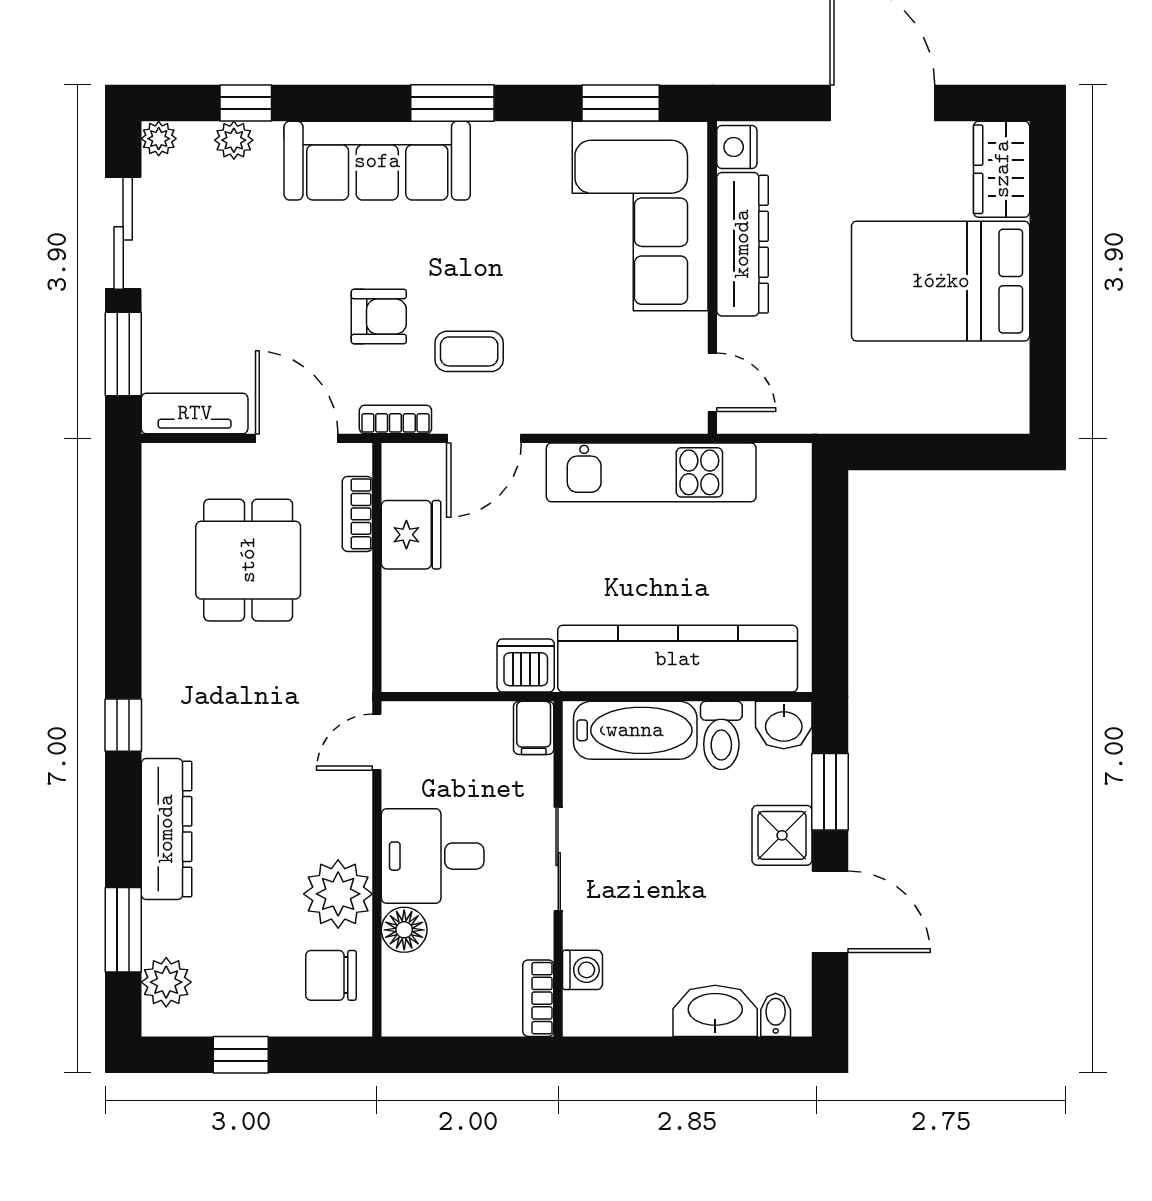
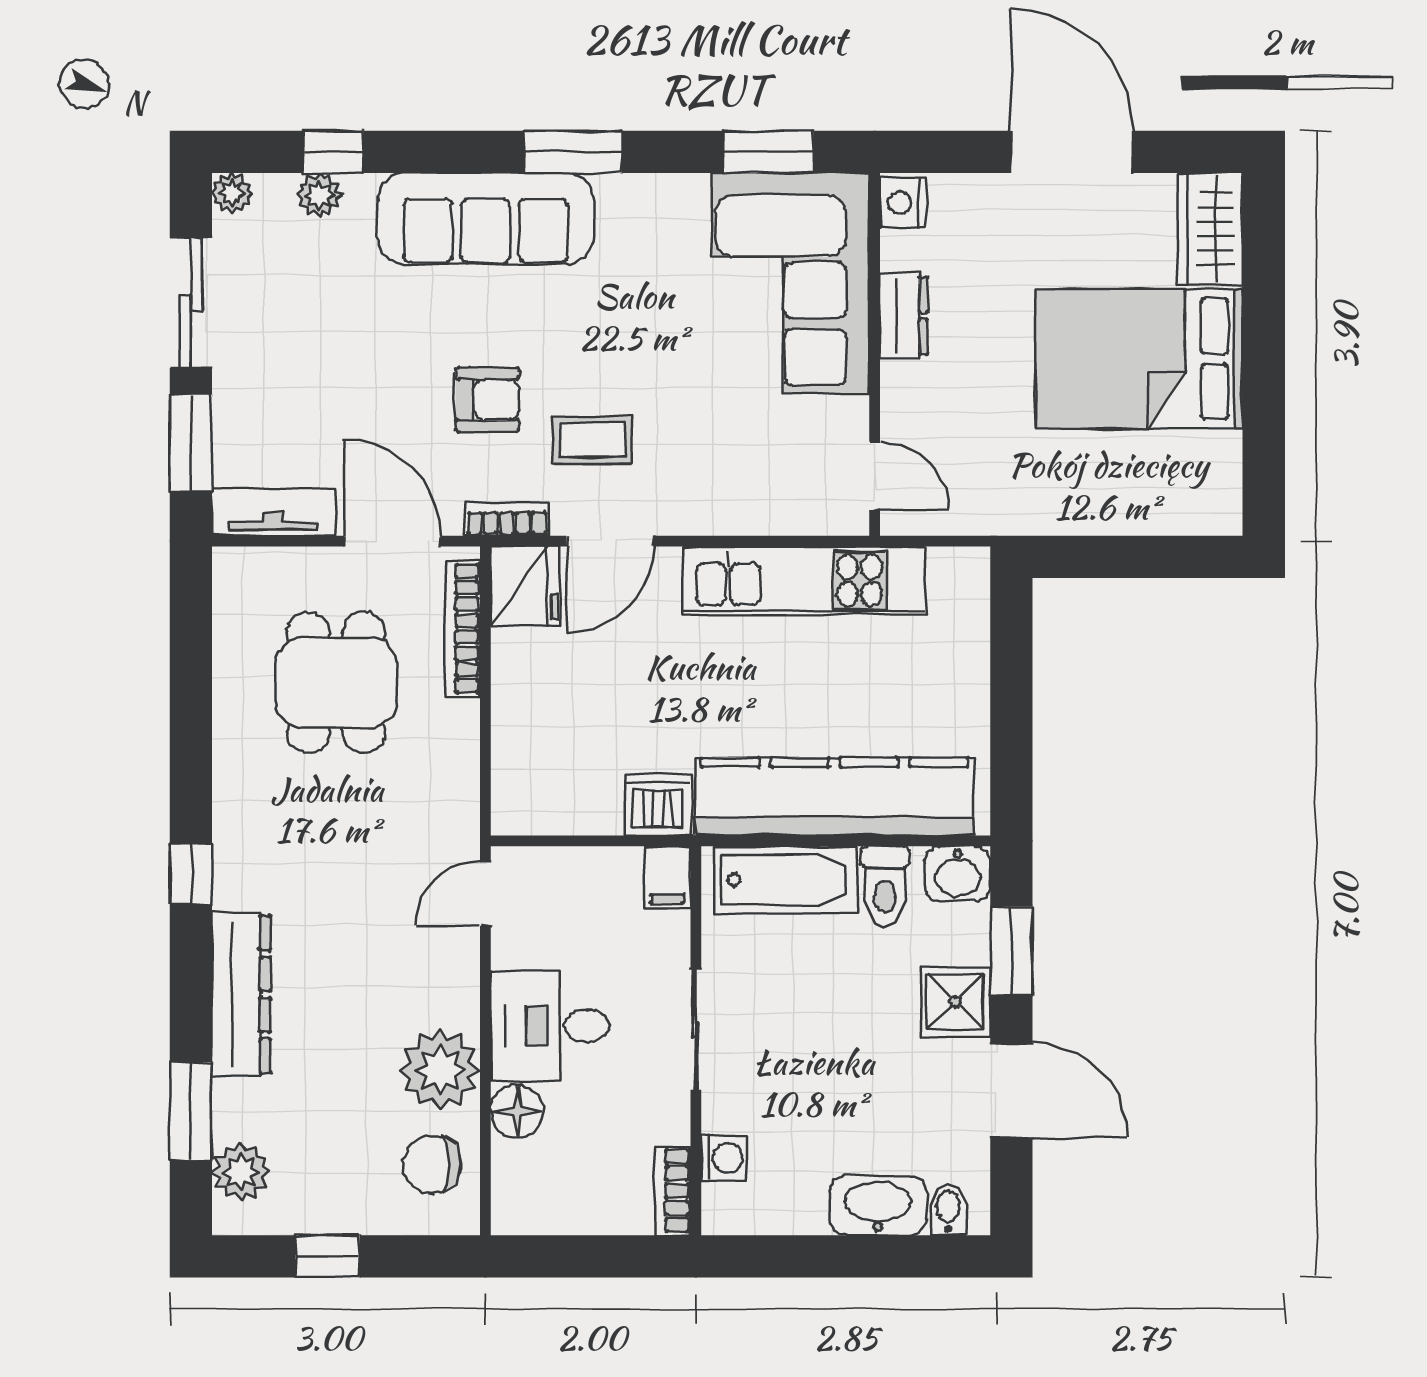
dresser: (742, 244) -> (904, 316), width x0.51, depth x0.80
bookcase: (357, 514) -> (463, 629), width x1.56
fridge: (411, 535) -> (525, 586), moved

